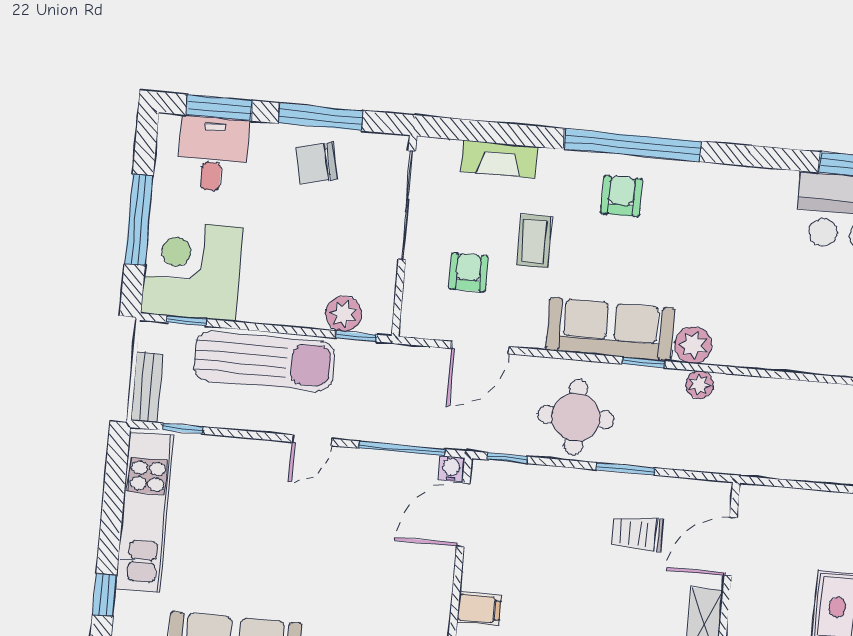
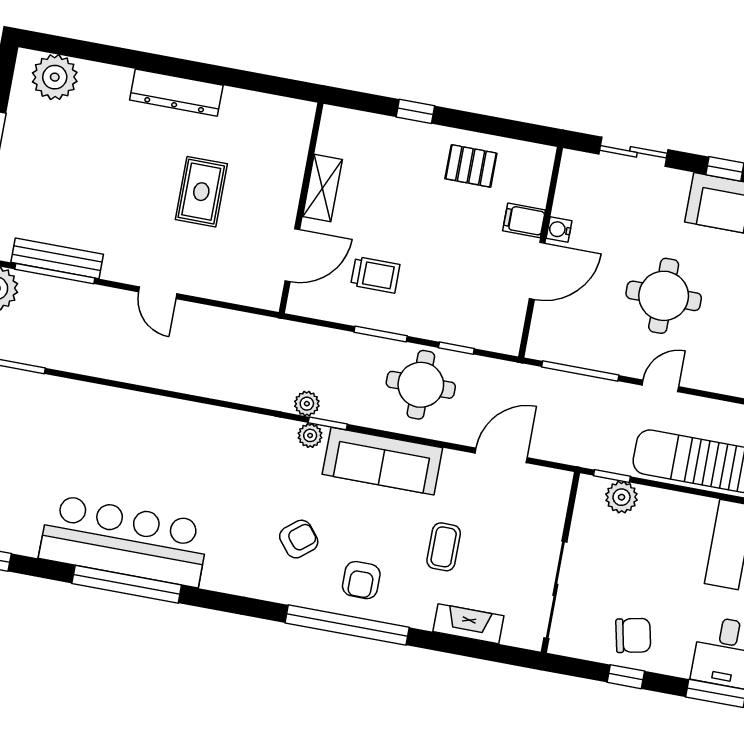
window: (321, 117) -> (626, 677), width x0.46
armchair: (468, 272) -> (299, 539), moved, turned -129
plant: (693, 345) -> (310, 435), width x0.73, depth x0.73
window: (643, 362) -> (328, 423), moved
window: (507, 458) -> (456, 348), moved
water cooler: (451, 469) -> (559, 230), moved, turned 90
door: (463, 515) -> (537, 271), moved
round table: (318, 540) -> (664, 296), added

